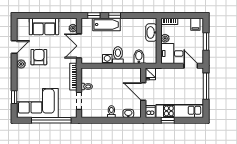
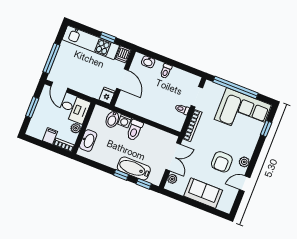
filing cabinet: (195, 24) -> (50, 136), moved
washing machine: (107, 59) -> (125, 121), moved

